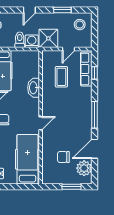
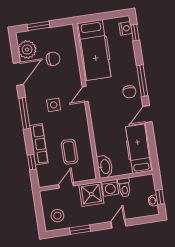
row of seats: (86, 69) -> (39, 144), moved
washbasin: (34, 88) -> (105, 167), moved
side table: (69, 118) -> (54, 105), added

